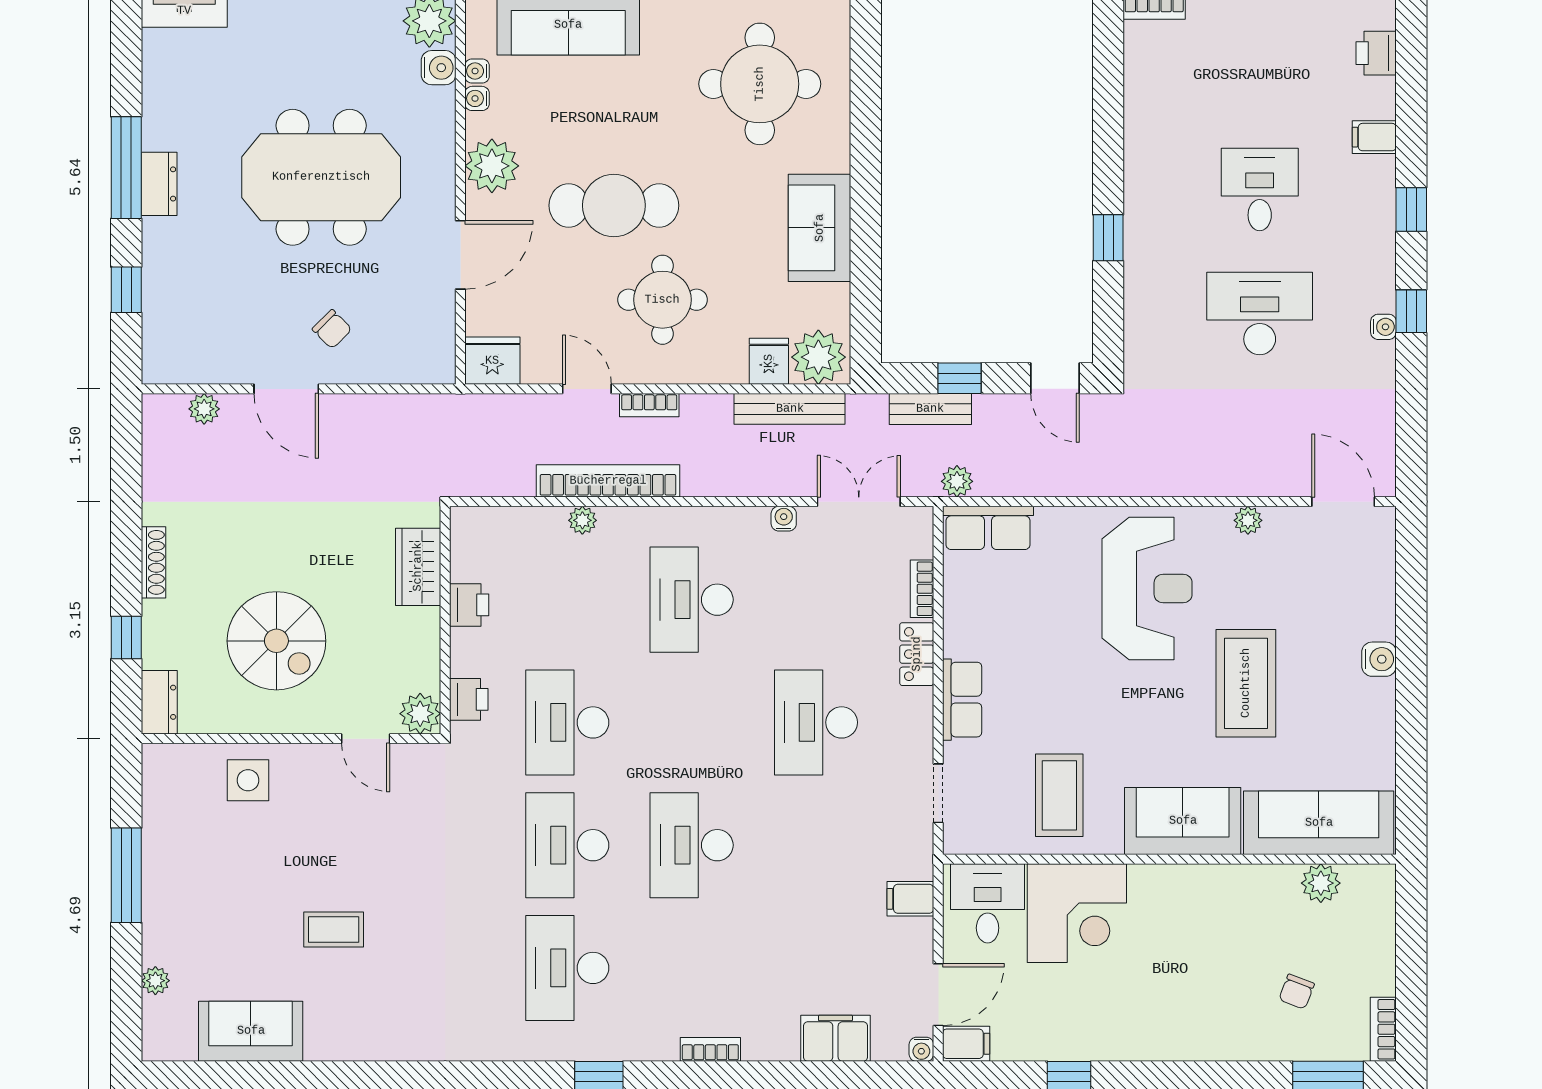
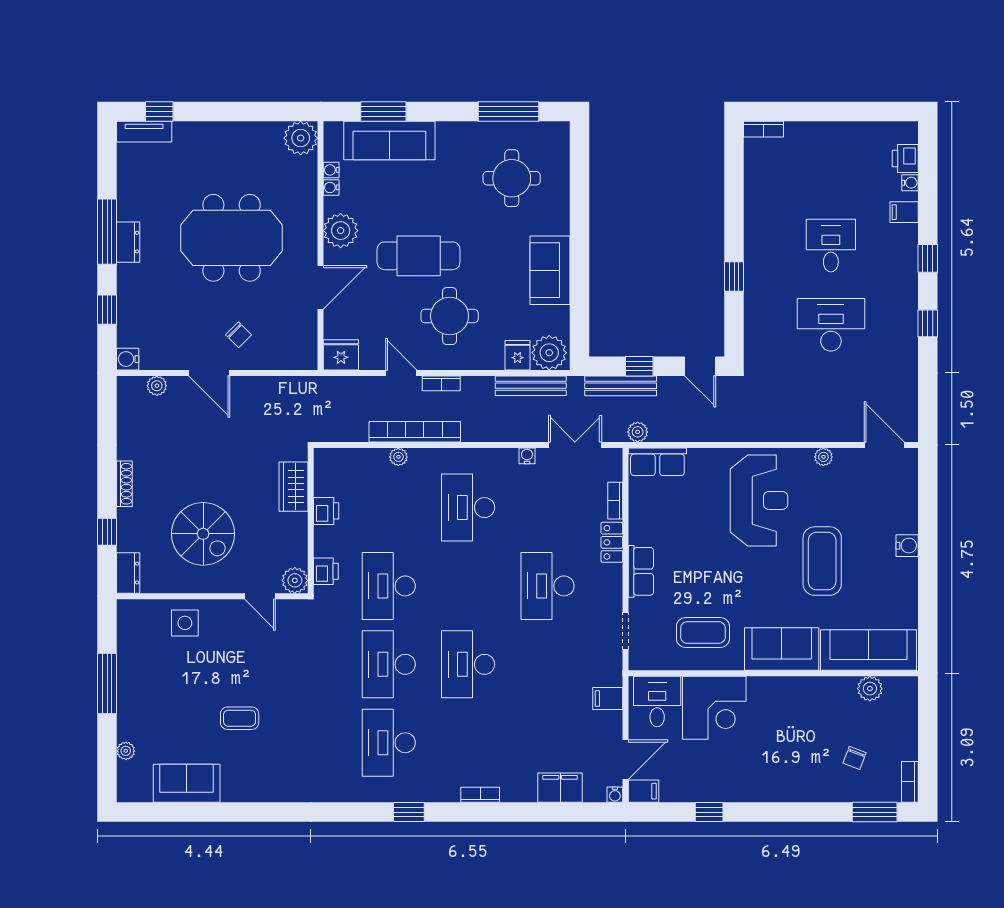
water cooler: (439, 68) -> (128, 359), moved, turned 180
round table: (760, 84) -> (512, 178), width x0.73, depth x0.73
water cooler: (1383, 327) -> (910, 183), moved
bench: (930, 409) -> (621, 386), width x1.36
coffee table: (1059, 795) -> (703, 632), turned 90

